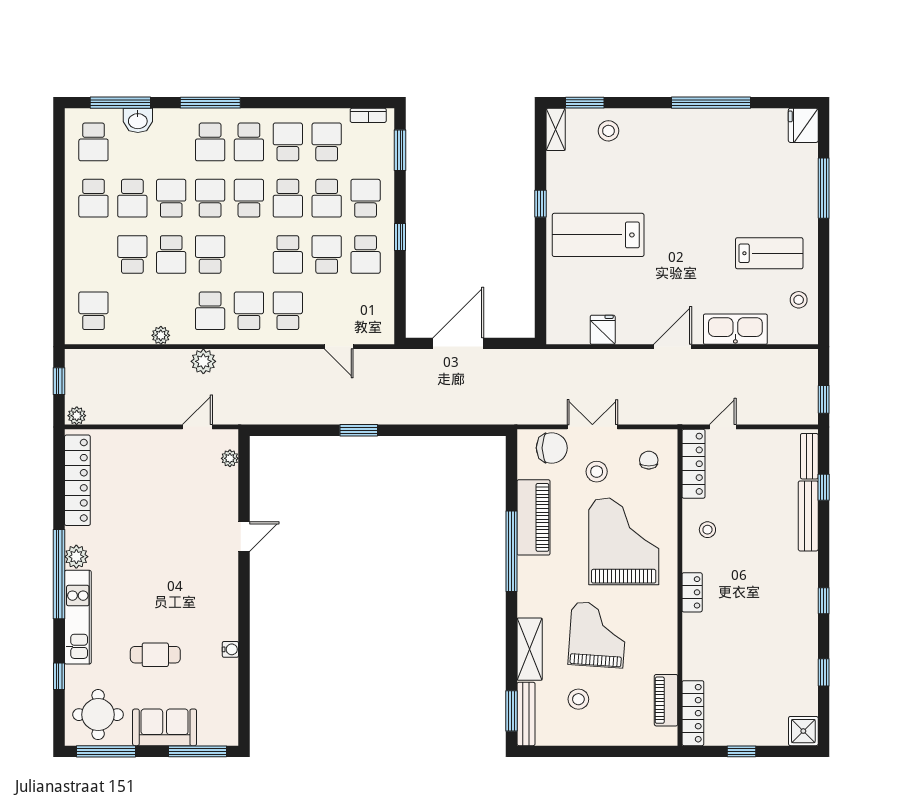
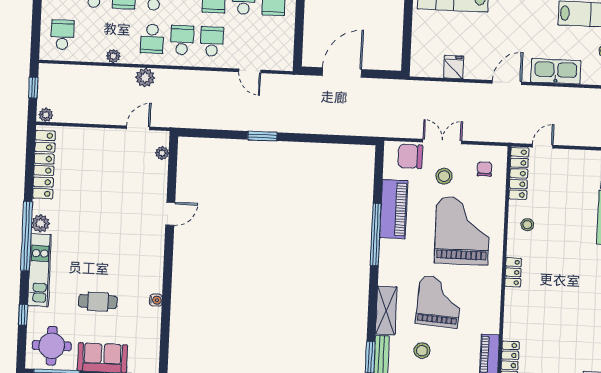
chair: (552, 448) -> (410, 156), turned 180

